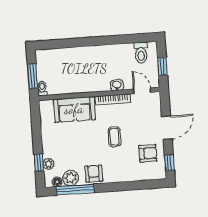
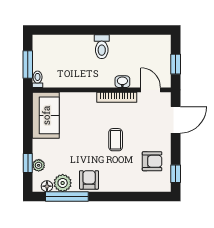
toilet: (141, 53) -> (102, 47), moved
sofa: (74, 109) -> (46, 115), moved, turned -90
door: (167, 128) -> (176, 120), moved

